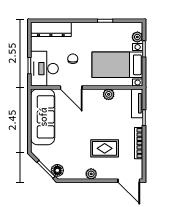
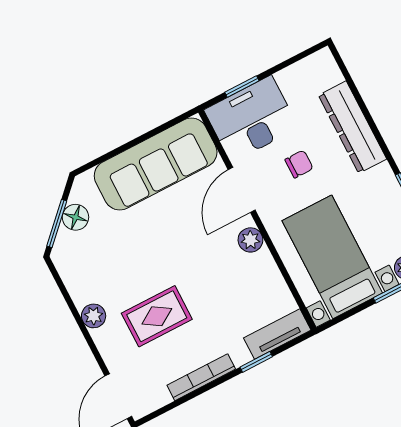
dresser: (51, 29) -> (352, 127), moved
plant: (109, 94) -> (250, 240), moved
rug: (105, 148) -> (157, 316), turned 90
floor lamp: (57, 170) -> (76, 217), moved

